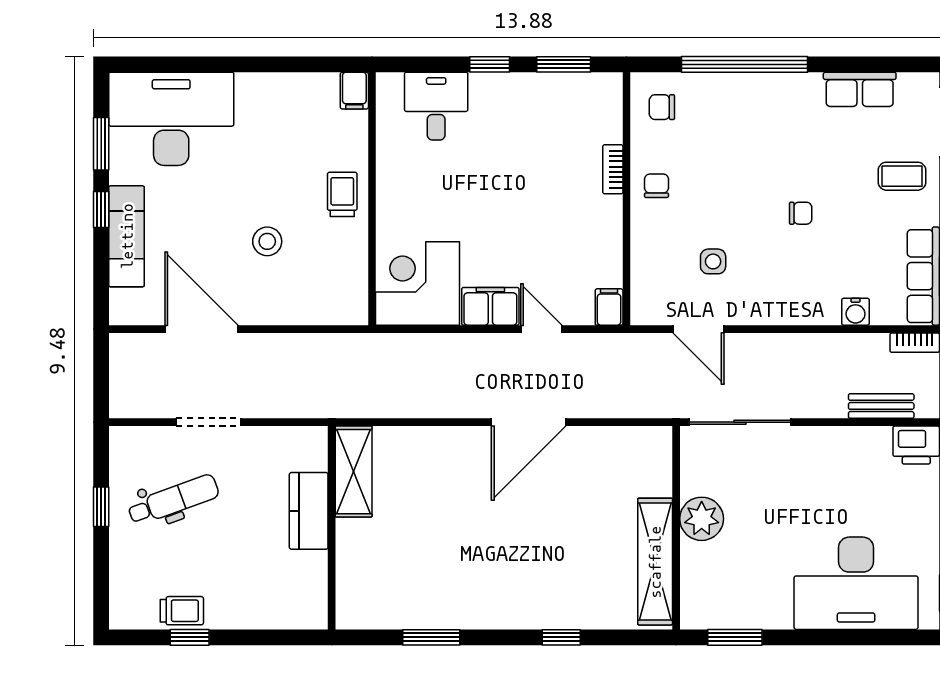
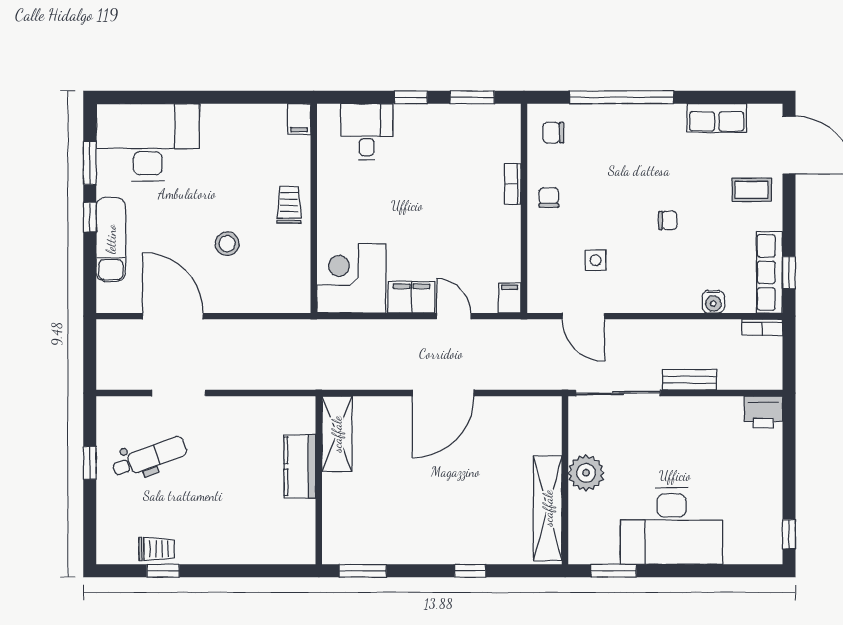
bench: (881, 406) -> (690, 380), moved
shelving: (354, 472) -> (337, 434), moved
kitchen counter: (309, 511) -> (300, 466), moved
wall: (332, 528) -> (319, 480), moved
desk: (856, 583) -> (671, 526), moved

